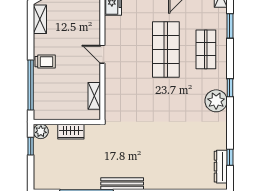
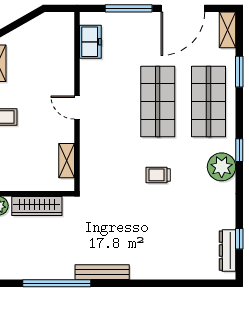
shop shelf: (206, 49) -> (209, 102), width x1.43, depth x1.36
trolley: (166, 107) -> (158, 175), added
wardrobe: (71, 132) -> (37, 206), width x1.50

